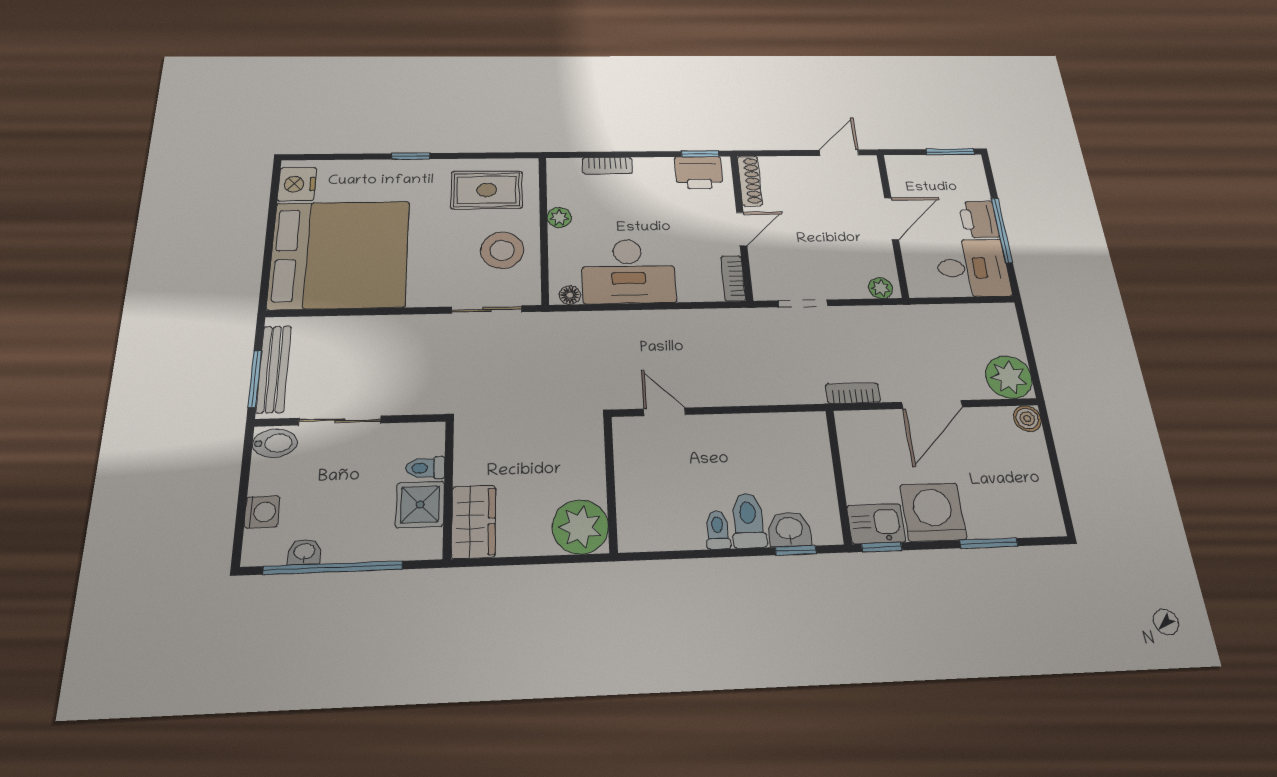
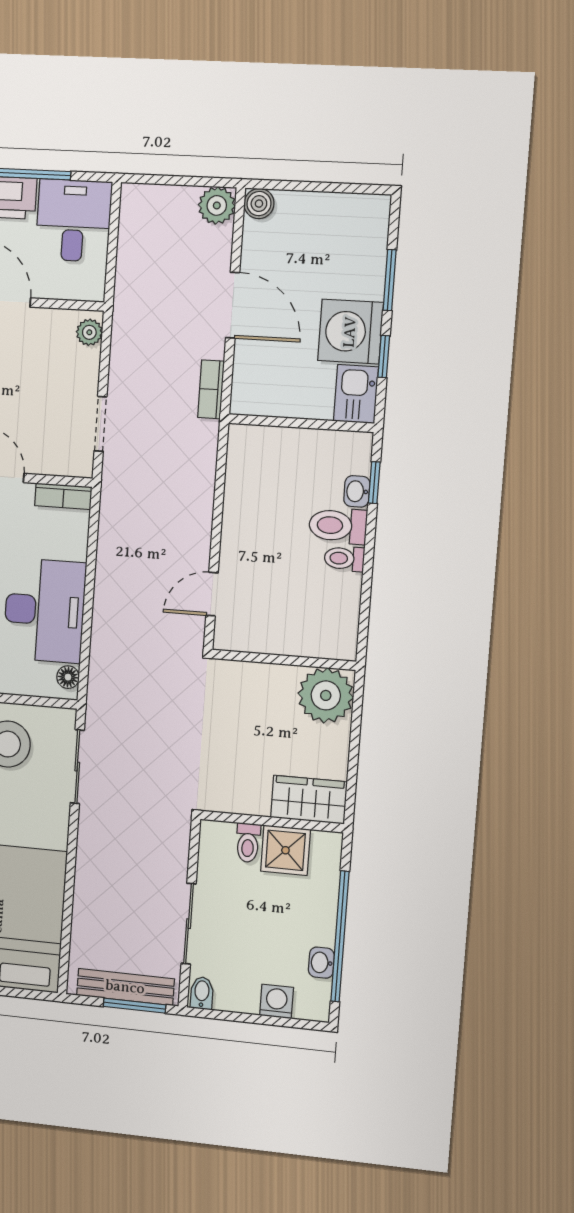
plant: (1009, 377) -> (217, 205), width x0.73, depth x0.73
bidet: (275, 443) -> (202, 993), width x0.72, depth x0.74
washbasin: (789, 529) -> (357, 491), width x0.72, depth x0.69
window: (882, 547) -> (384, 357), moved

